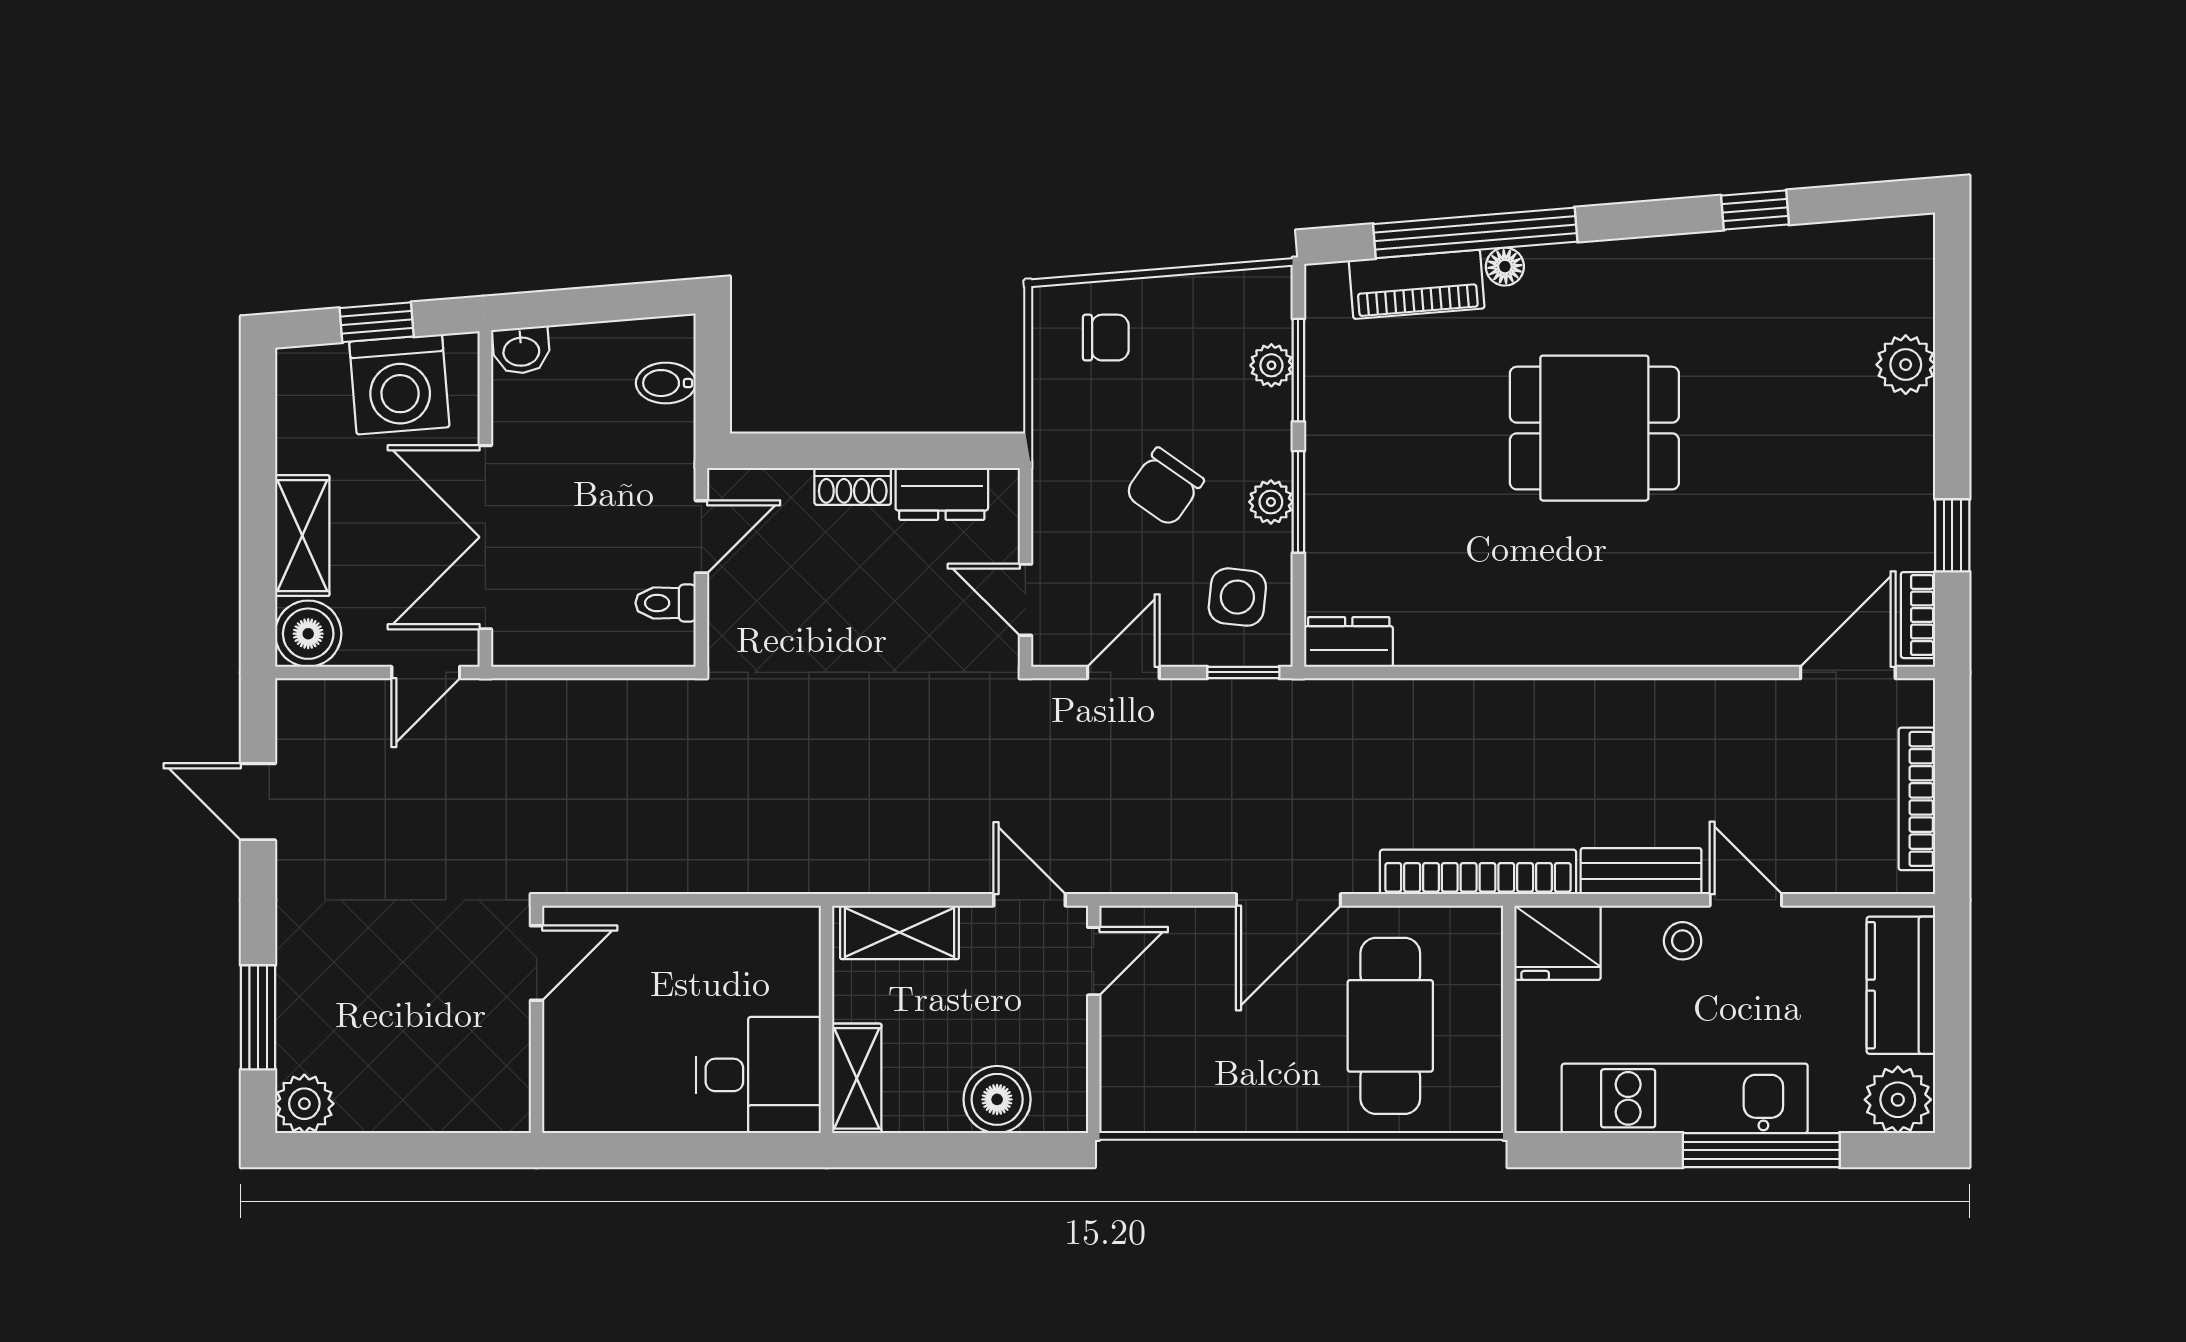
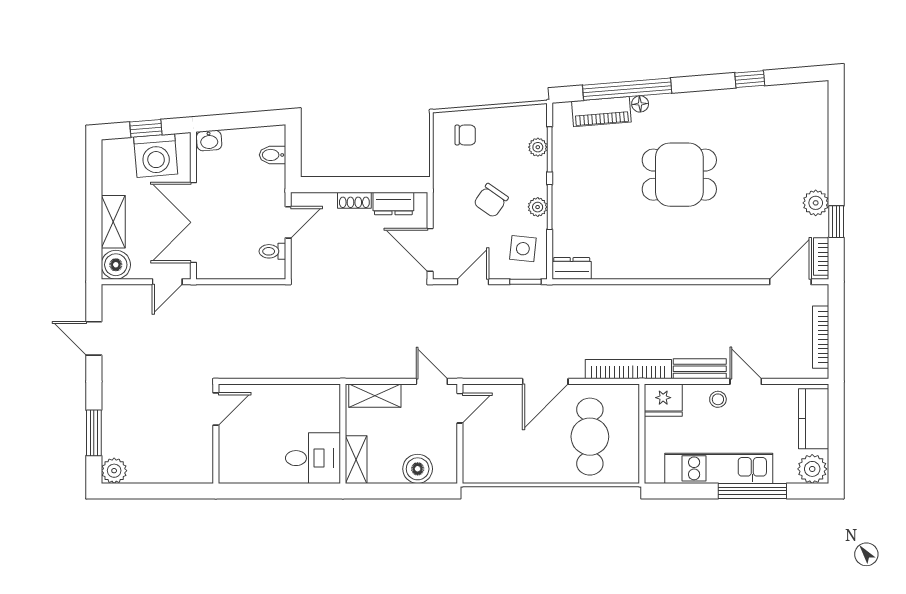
plant: (1906, 365) -> (816, 203), moved
door: (1025, 600) -> (430, 250), width x1.38

